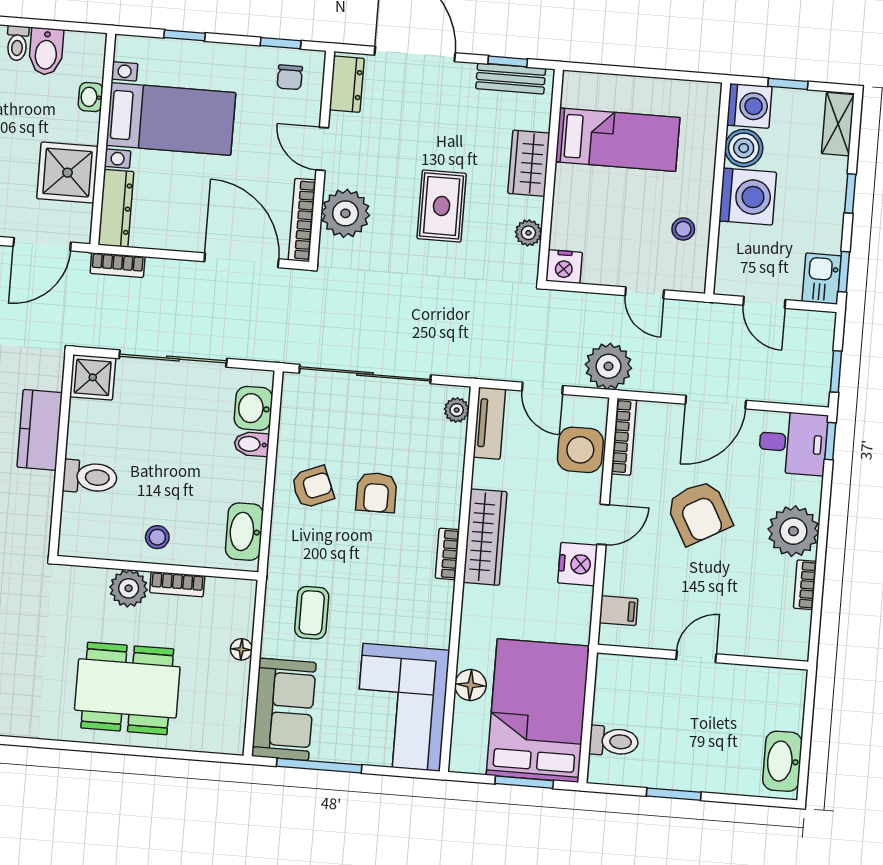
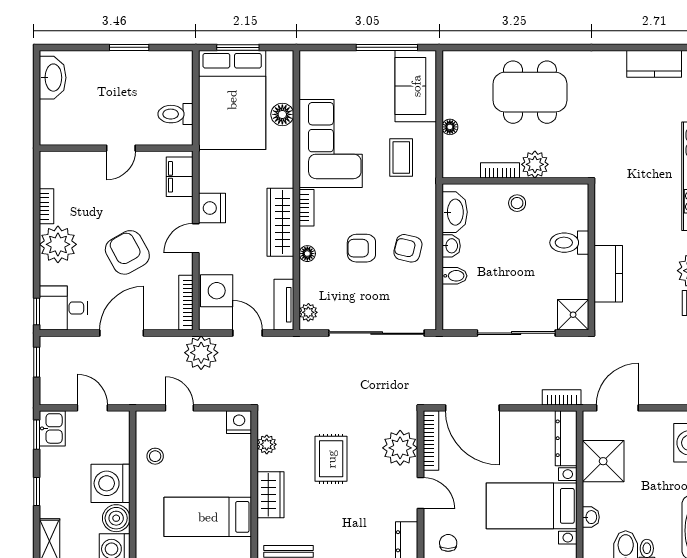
washbasin: (253, 408) -> (451, 246), moved, width x0.72, depth x0.69
armchair: (313, 487) -> (408, 248), turned 35
floor lamp: (452, 491) -> (307, 254), added
armchair: (376, 492) -> (361, 248), turned -90
filing cabinet: (619, 611) -> (180, 177), width x2.00
corner sofa: (402, 707) -> (331, 143), moved
toilet: (614, 741) -> (176, 114), moved

